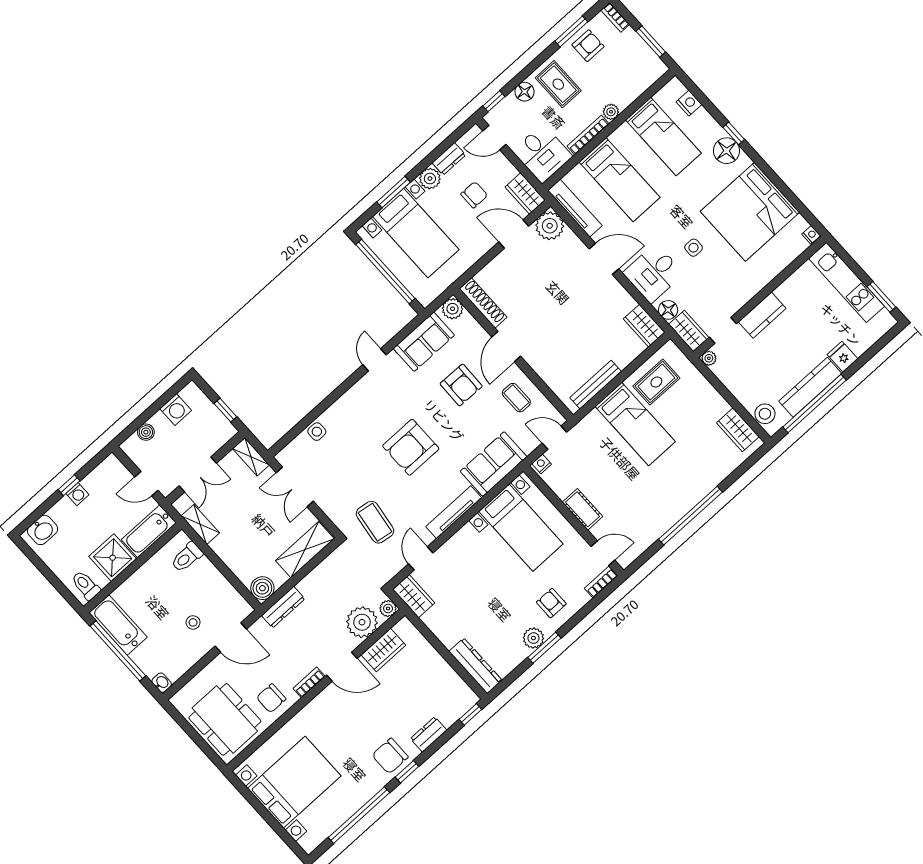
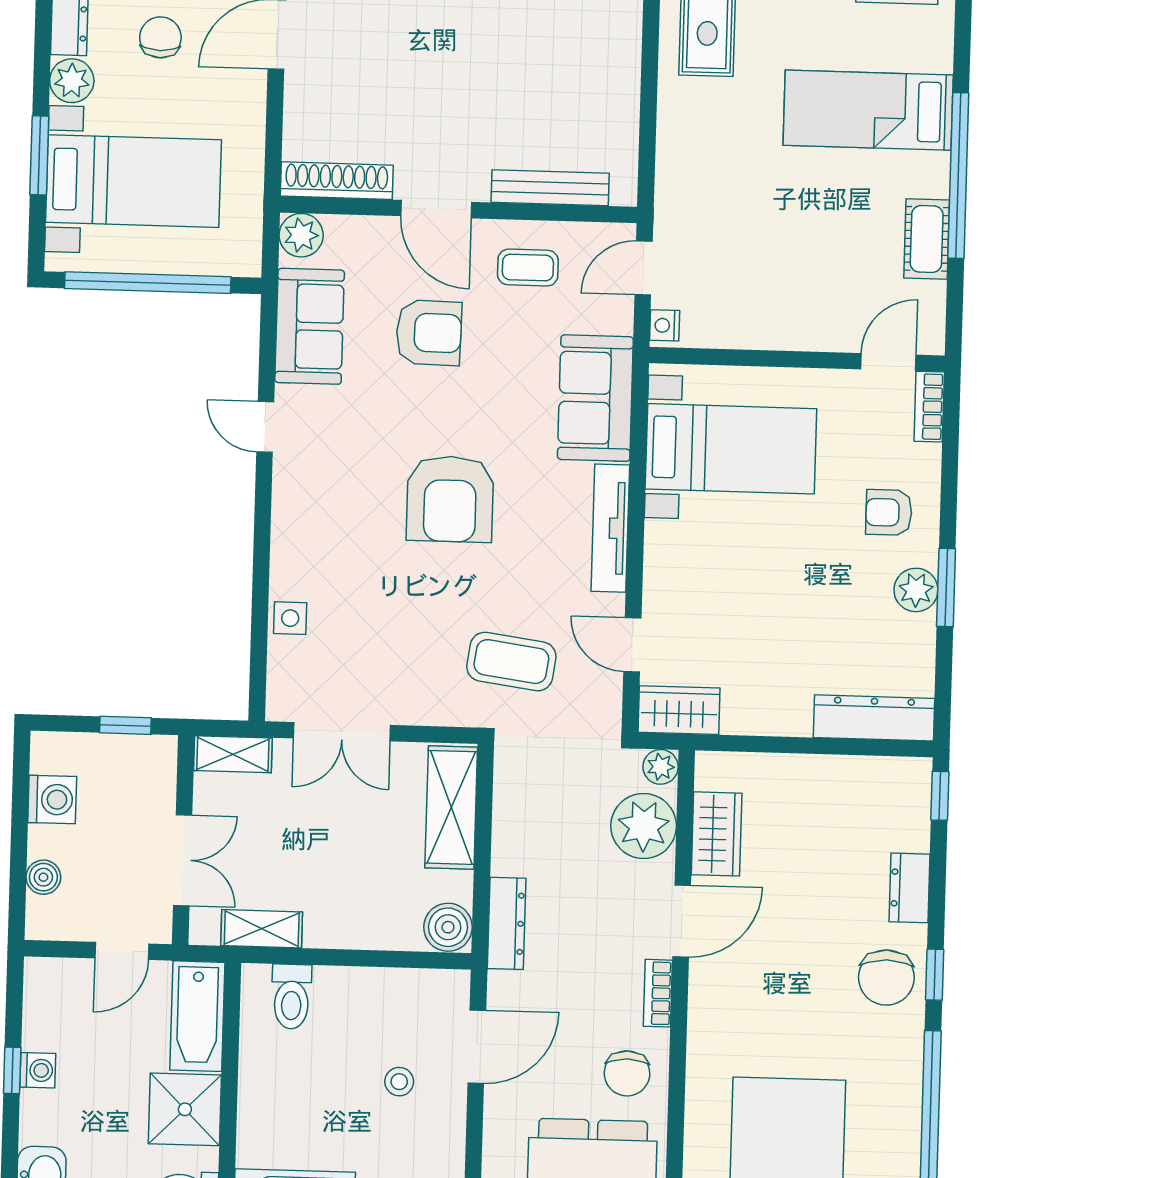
bench: (596, 385) -> (550, 188), moved, turned 90
bed: (635, 424) -> (868, 110), moved, turned 180
cot: (582, 509) -> (927, 239), moved, turned 90

